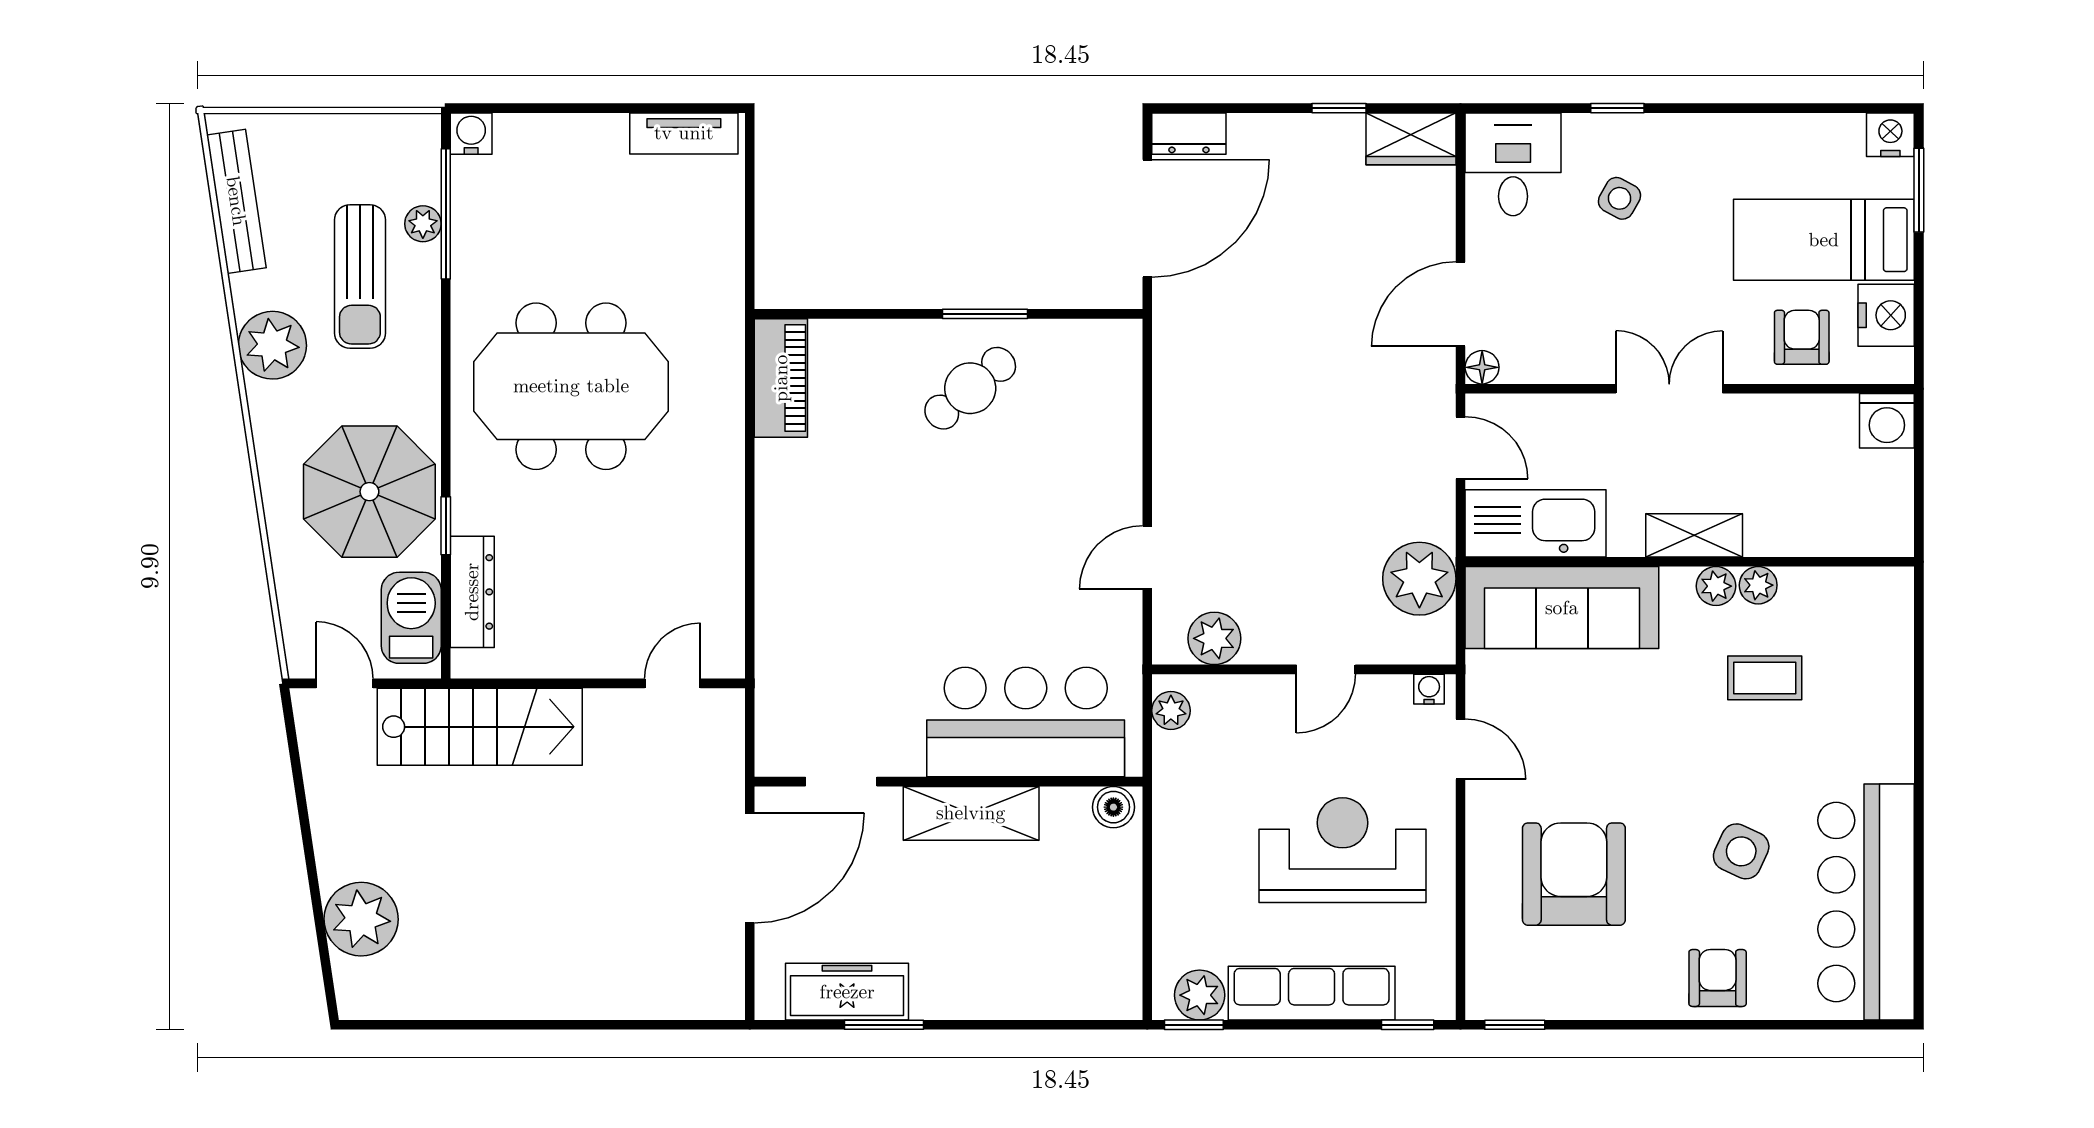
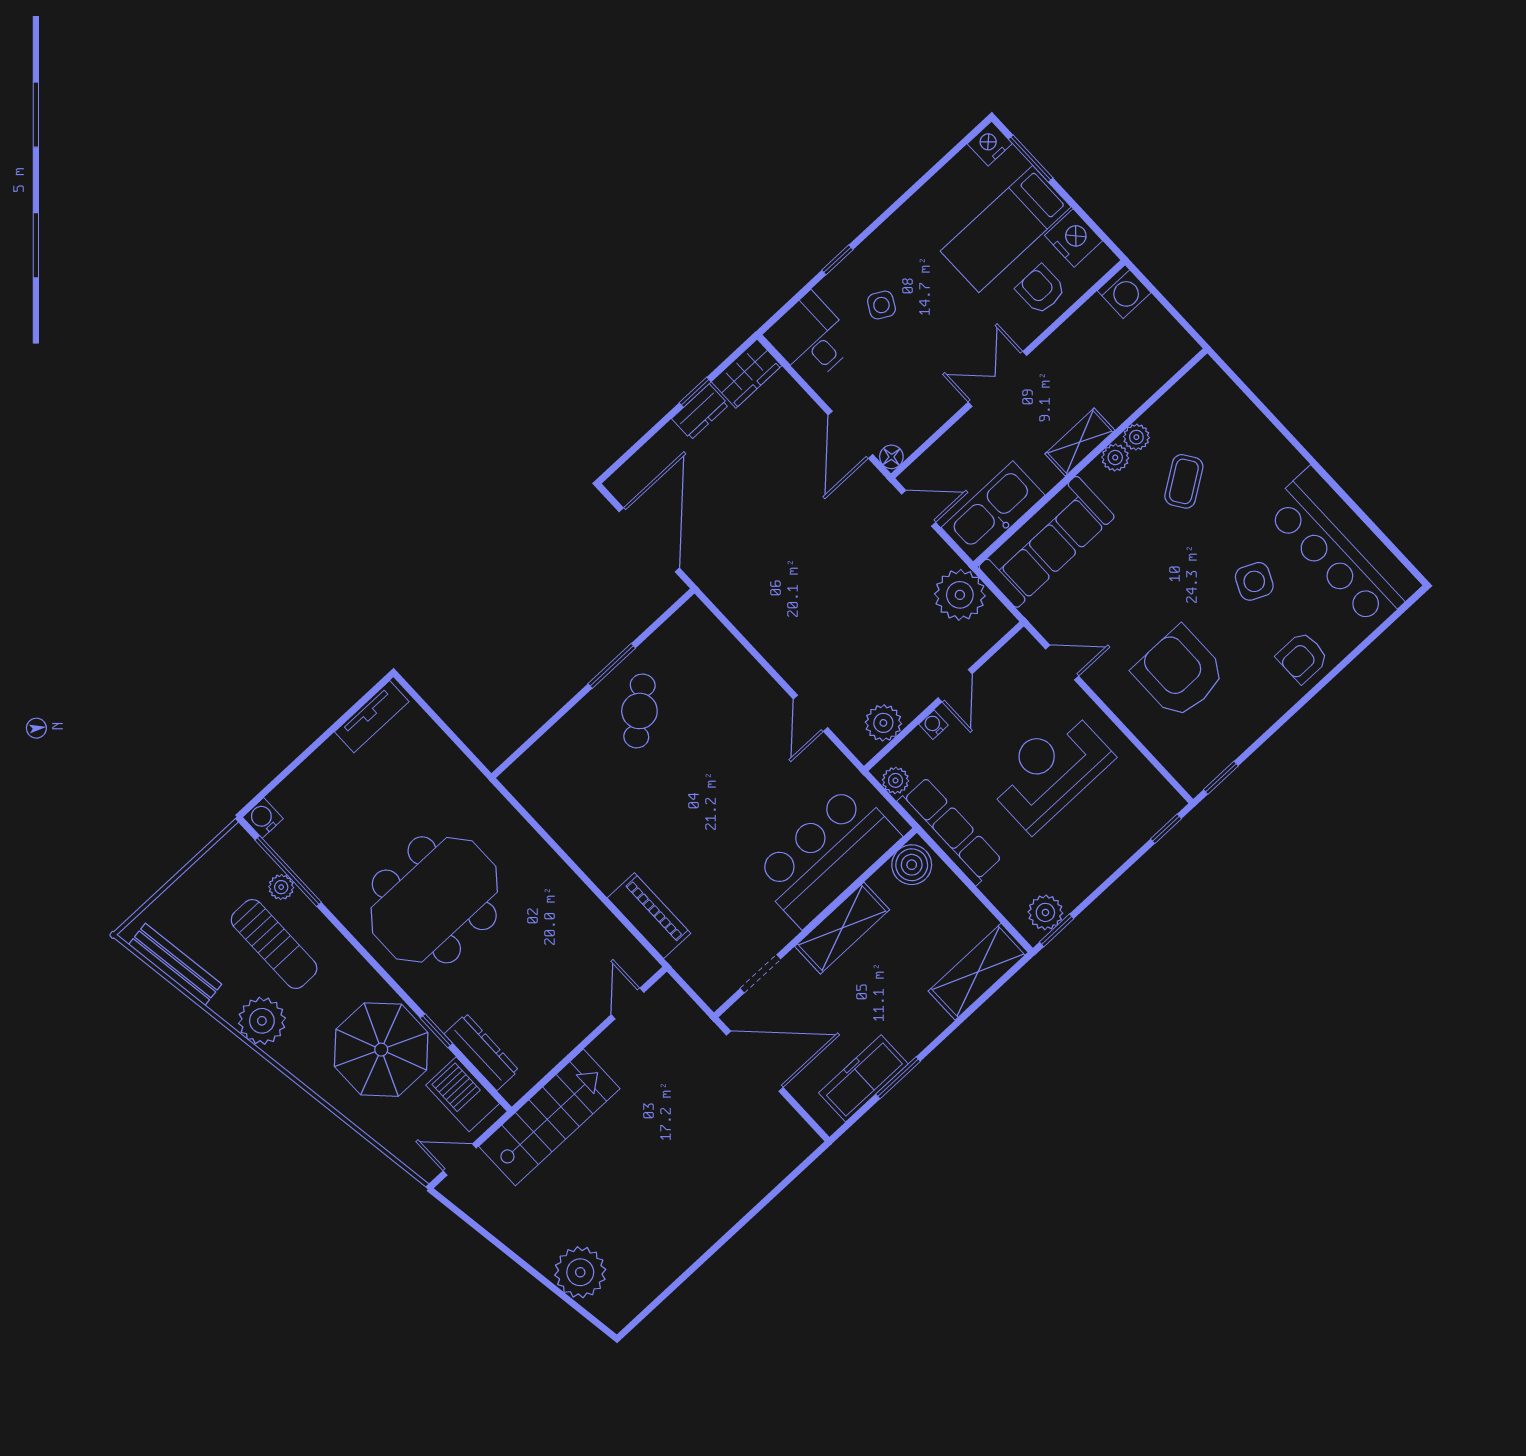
dresser: (1189, 134) -> (700, 412), moved
piano: (781, 378) -> (649, 916), moved
coffee table: (1765, 678) -> (1184, 481), turned -34
water cooler: (1429, 689) -> (933, 725), moved
boiler: (1113, 807) -> (912, 865), width x1.36, depth x1.36
door: (750, 868) -> (755, 1061), hinge flipped
armchair: (1718, 978) -> (1302, 657), turned -90
shelving: (1071, 992) -> (978, 972), added
row of seats: (1312, 993) -> (950, 831), moved, turned 90

